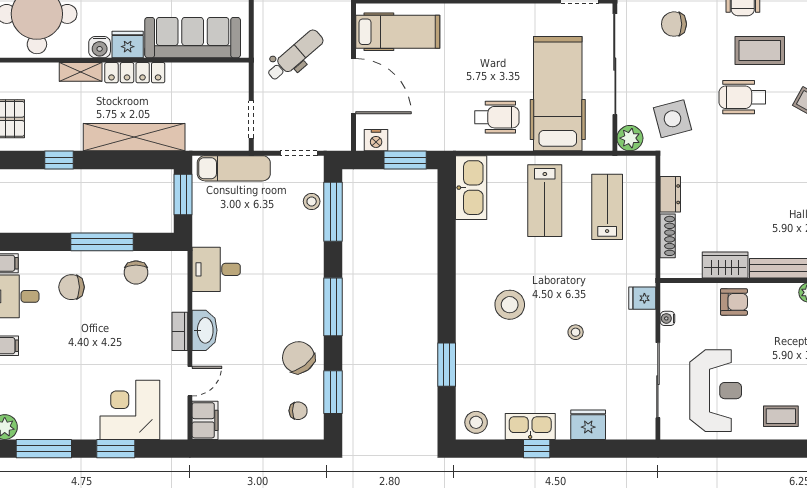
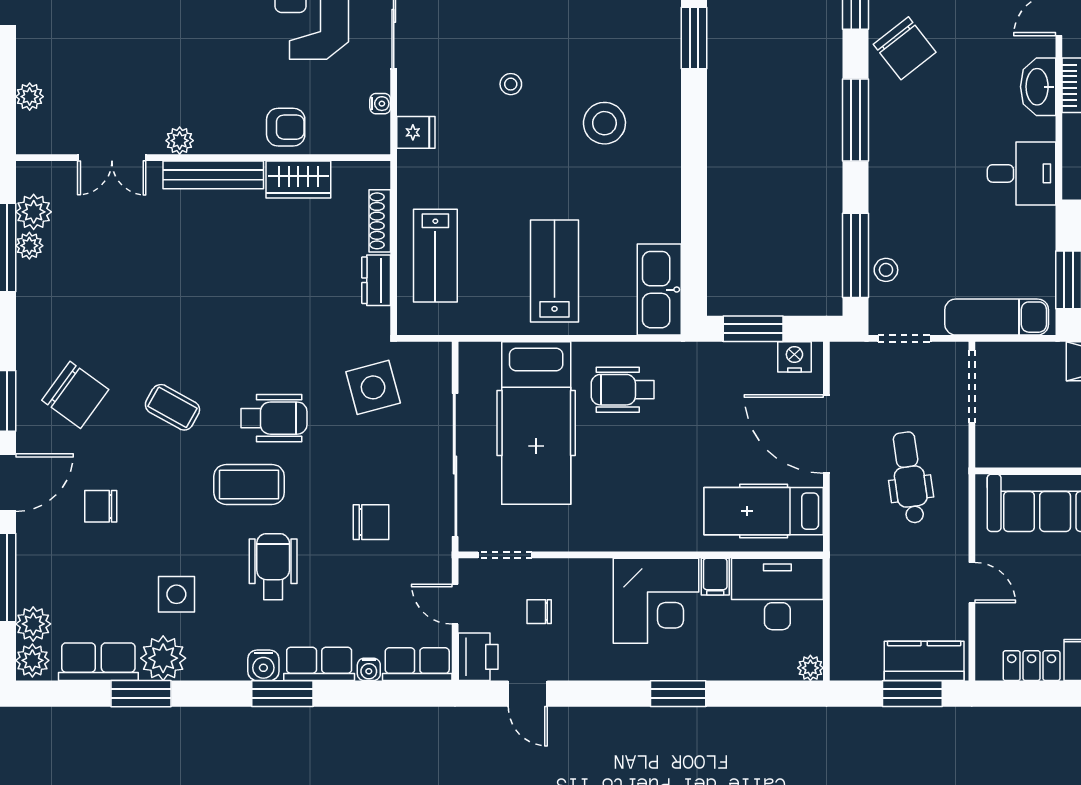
dental chair: (295, 55) -> (909, 478), turned 123
doorway: (251, 120) -> (972, 386), width x1.38
plant: (630, 138) -> (434, 360), removed
lab bench: (607, 207) -> (435, 256), moved
armchair: (734, 302) -> (286, 127), turned 180

